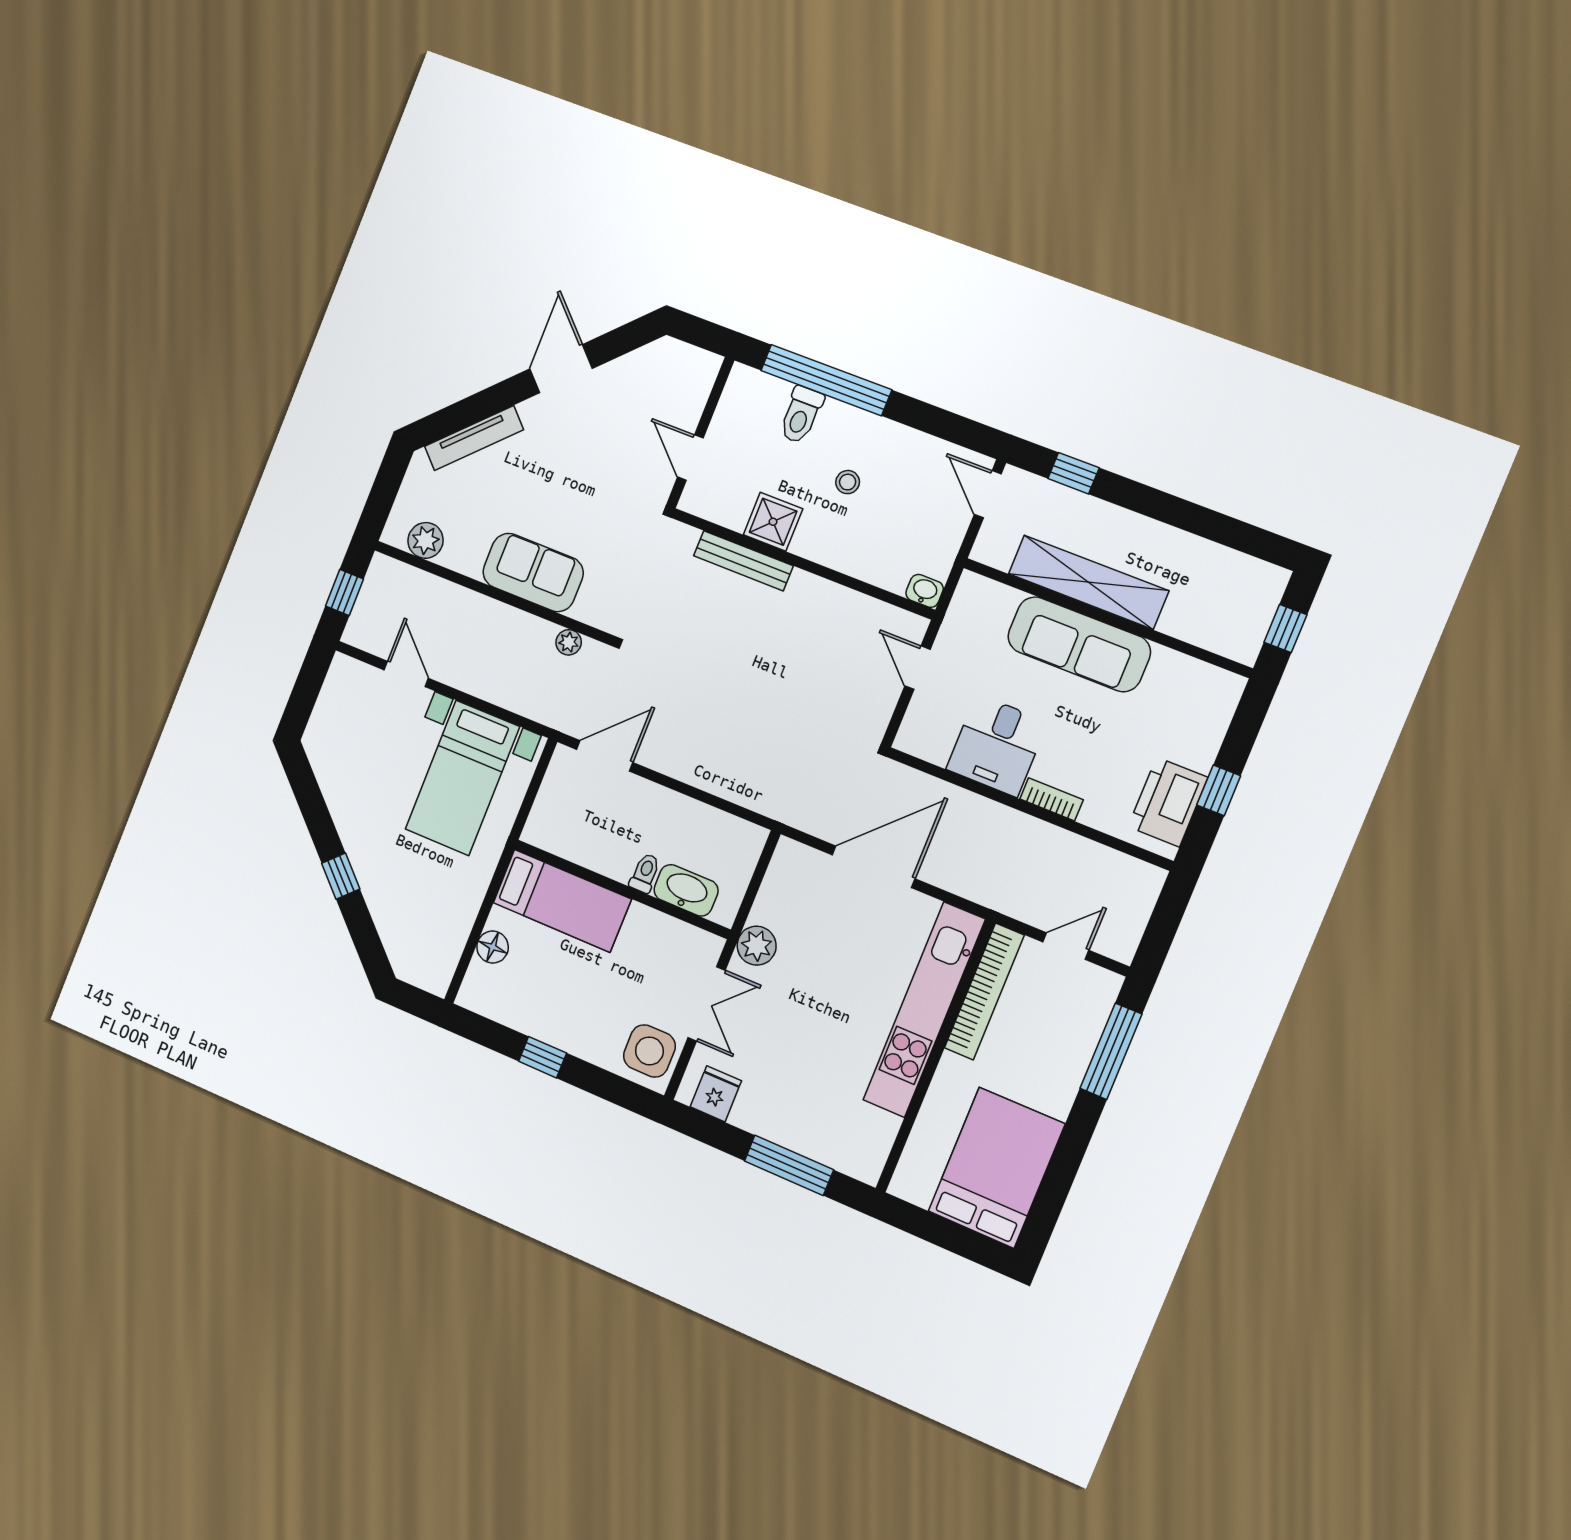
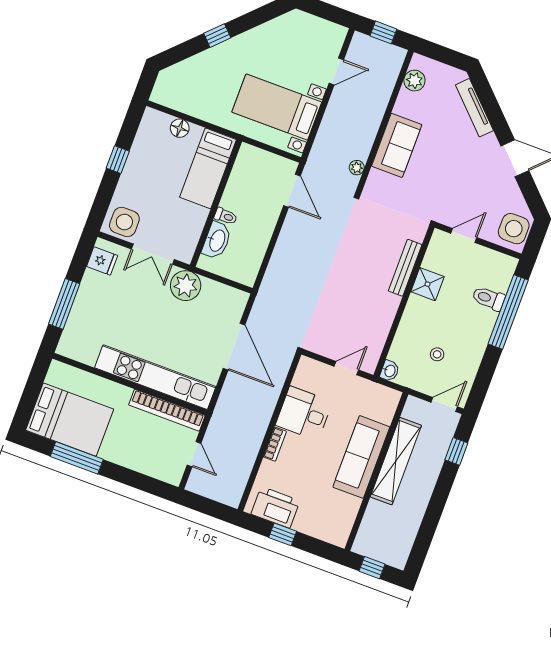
side table: (681, 370) -> (514, 229), added
stool: (848, 482) -> (437, 354), moved
plant: (757, 946) -> (186, 286), width x1.36, depth x1.36
window: (1111, 1051) -> (77, 458), moved

